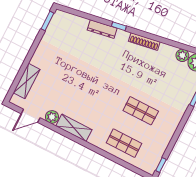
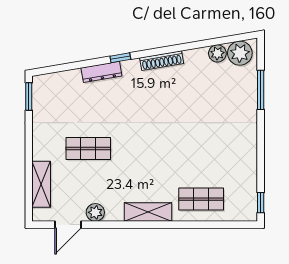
shop shelf: (141, 111) -> (88, 149), moved
shelving: (74, 128) -> (148, 212), moved

